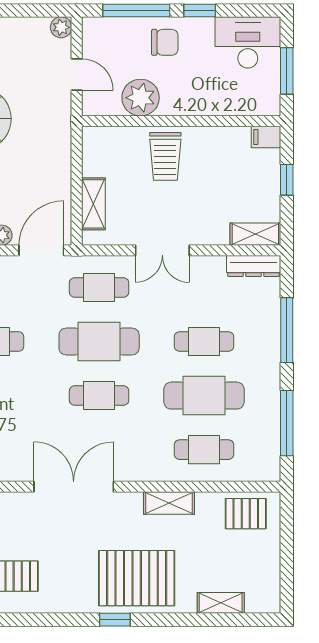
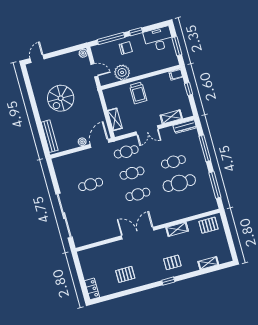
shelving: (255, 234) -> (171, 117), moved
cafe table: (99, 341) -> (132, 173), width x0.73, depth x0.74
cafe table: (204, 450) -> (185, 204), removed
pallet: (137, 578) -> (172, 262), width x0.49, depth x0.50

